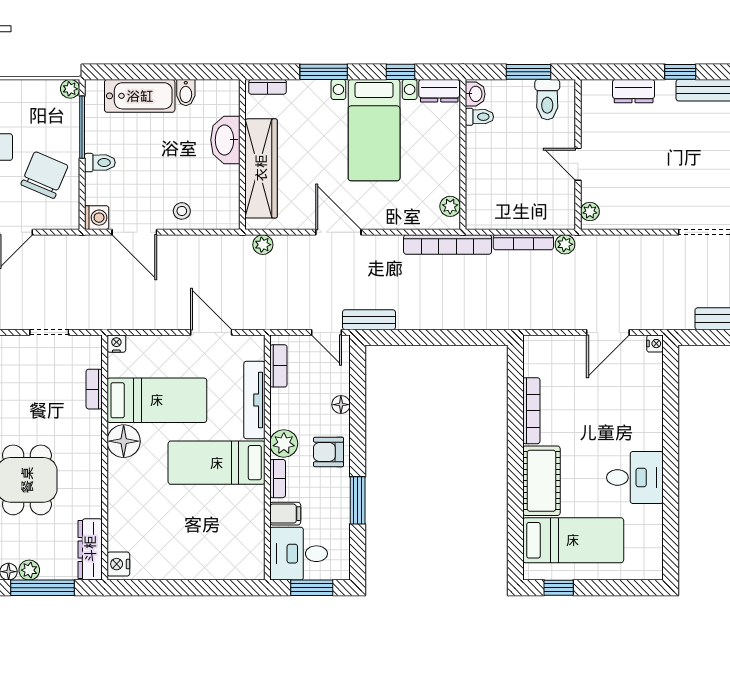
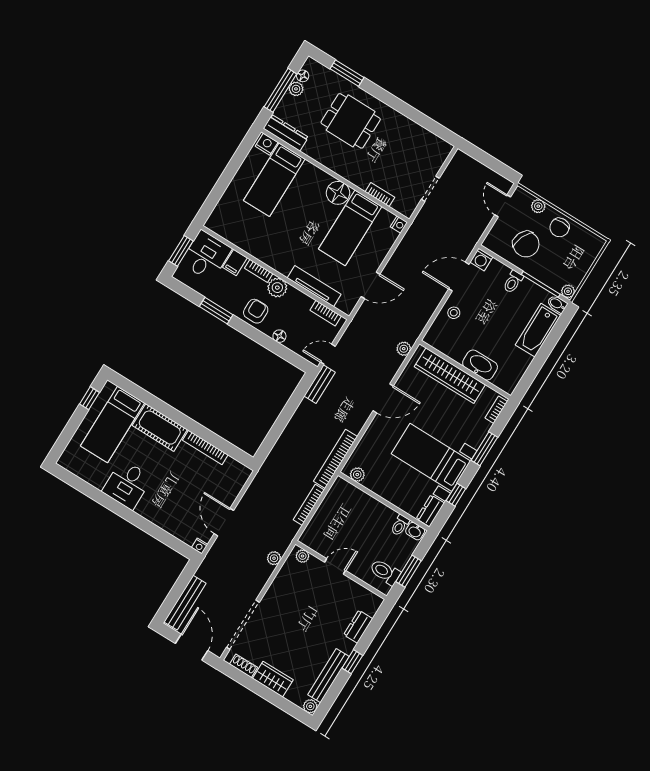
bidet: (186, 93) -> (557, 304), moved
plant: (565, 244) -> (274, 558), moved
bed: (217, 463) -> (274, 180), moved, turned 180

